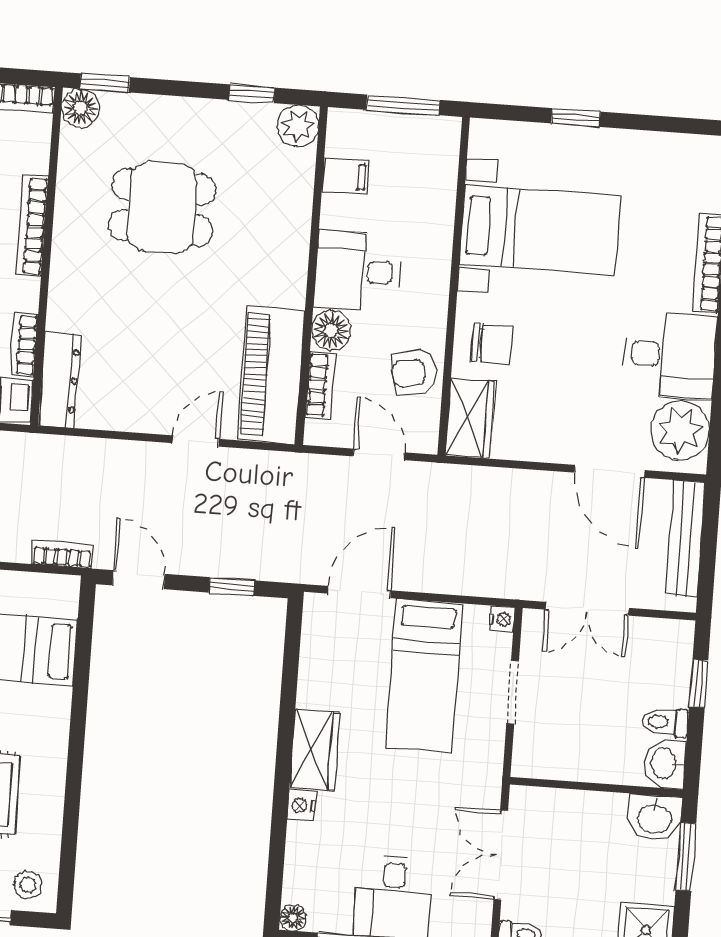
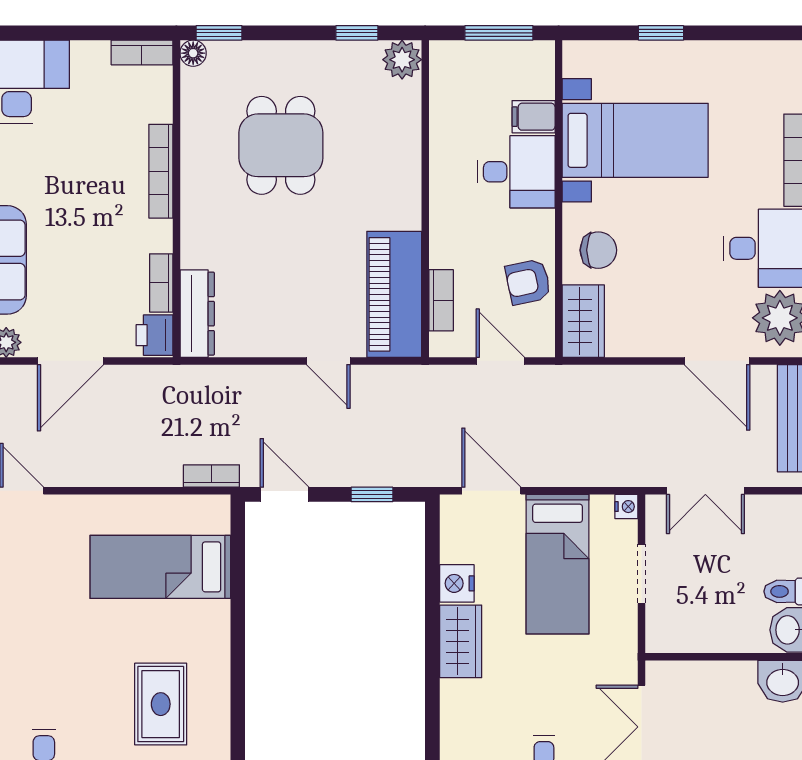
floor lamp: (81, 108) -> (193, 53), width x0.73, depth x0.73
filing cabinet: (346, 176) -> (534, 117), moved, turned 180
dining table: (162, 208) -> (281, 145), turned 90
desk: (357, 271) -> (516, 172), moved, turned 180
floor lamp: (331, 330) -> (447, 249), removed
door: (196, 441) -> (328, 361), swing flipped
door: (359, 592) -> (491, 491), hinge flipped
nightstand: (302, 805) -> (457, 583), moved, width x1.39, depth x1.35

